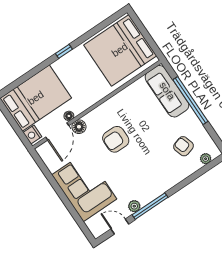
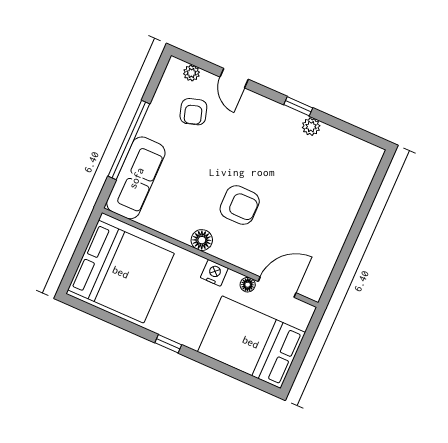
floor lamp: (79, 127) -> (202, 240), moved
nightstand: (32, 135) -> (214, 273), moved, turned -90
corner sofa: (84, 187) -> (327, 207), removed
window: (150, 206) -> (298, 106), width x0.46
door: (120, 226) -> (234, 78), moved

